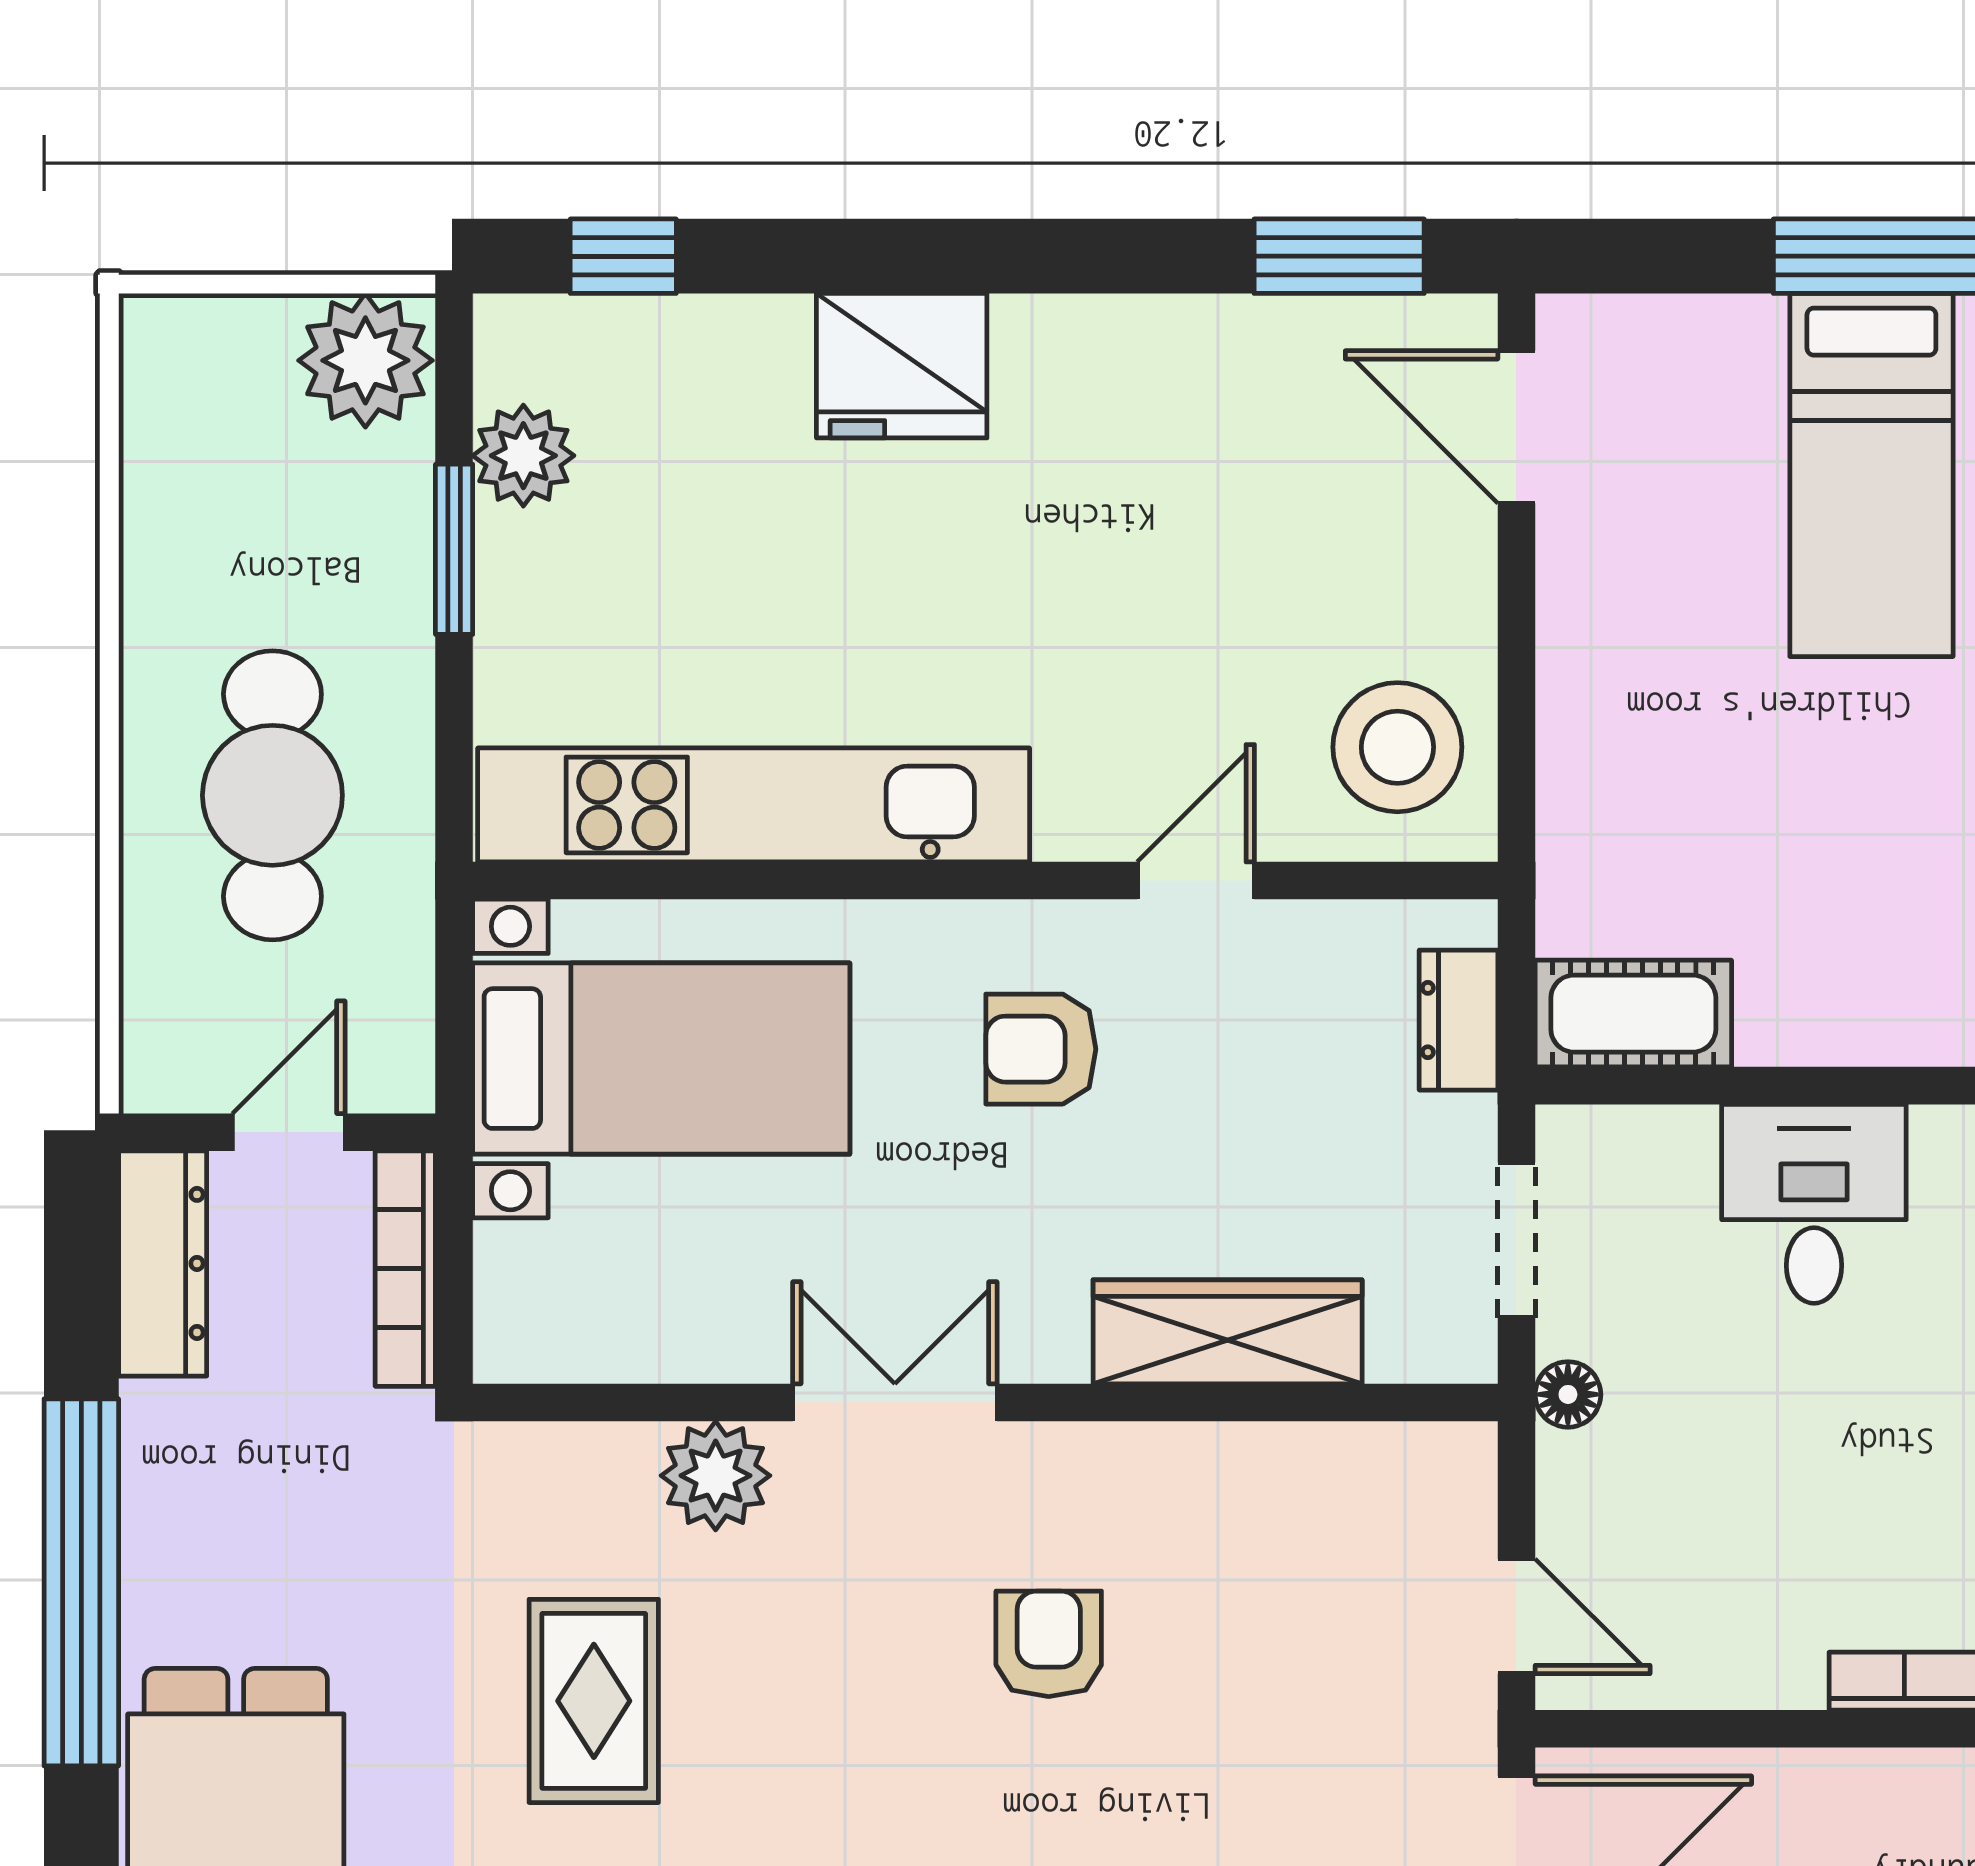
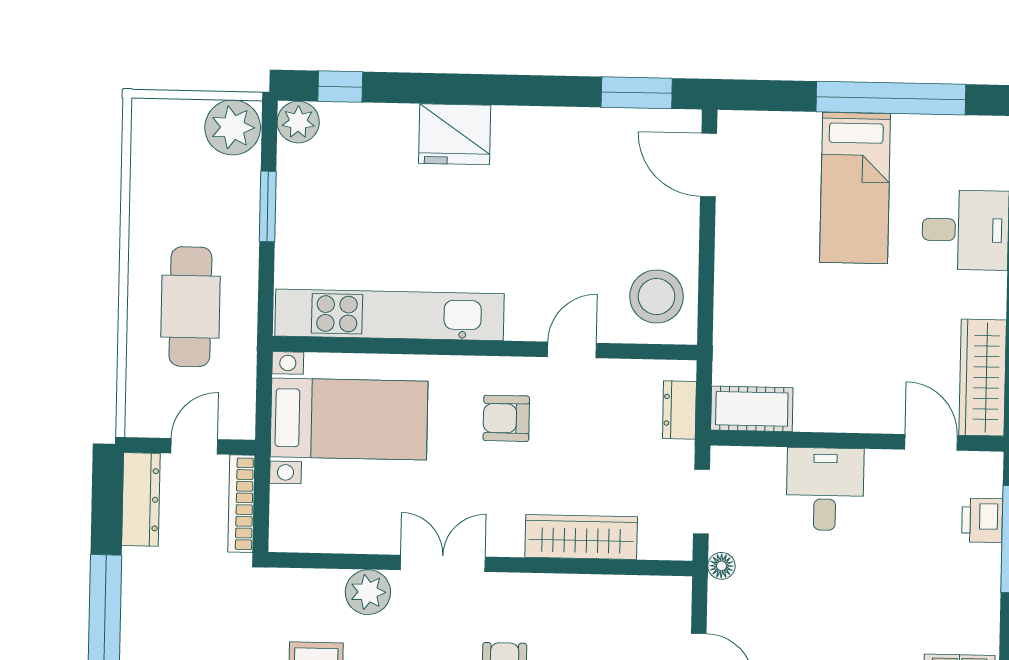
plant: (523, 456) -> (298, 122), moved

